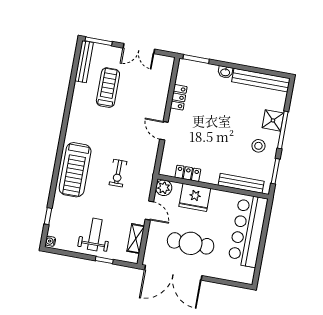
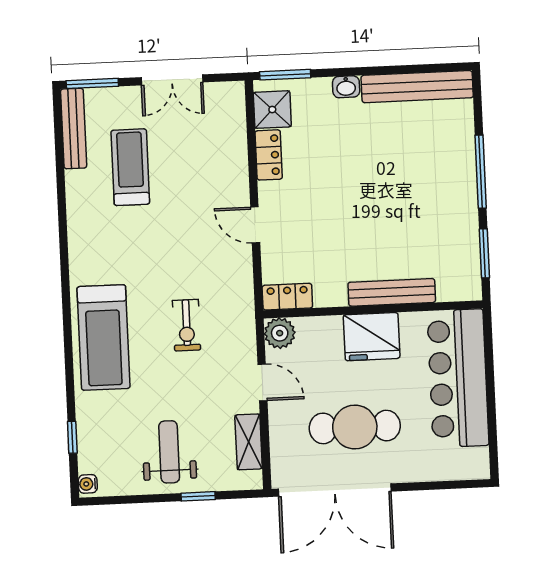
shower: (273, 120) -> (272, 110), moved
stool: (258, 146) -> (441, 212), removed
locker: (188, 173) -> (287, 297), moved
bench: (241, 183) -> (392, 292), moved
fridge: (195, 197) -> (372, 337), moved

